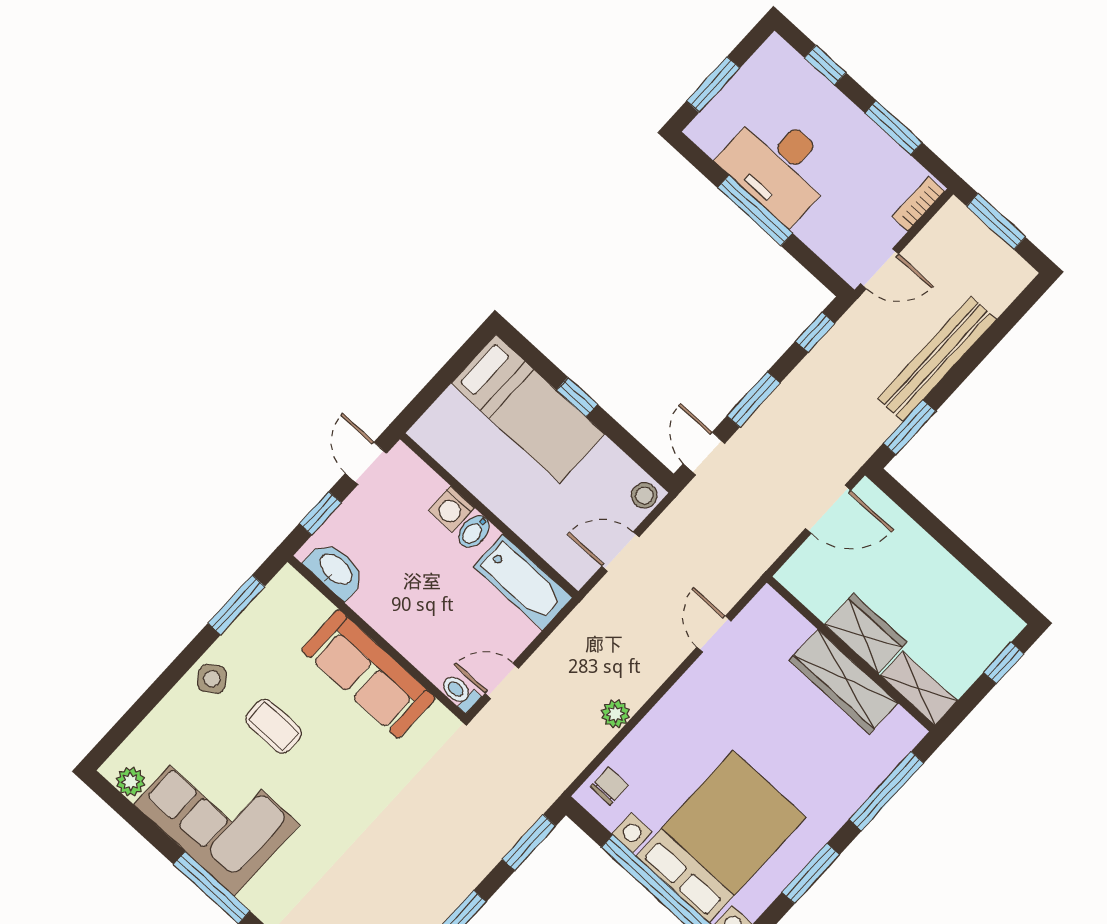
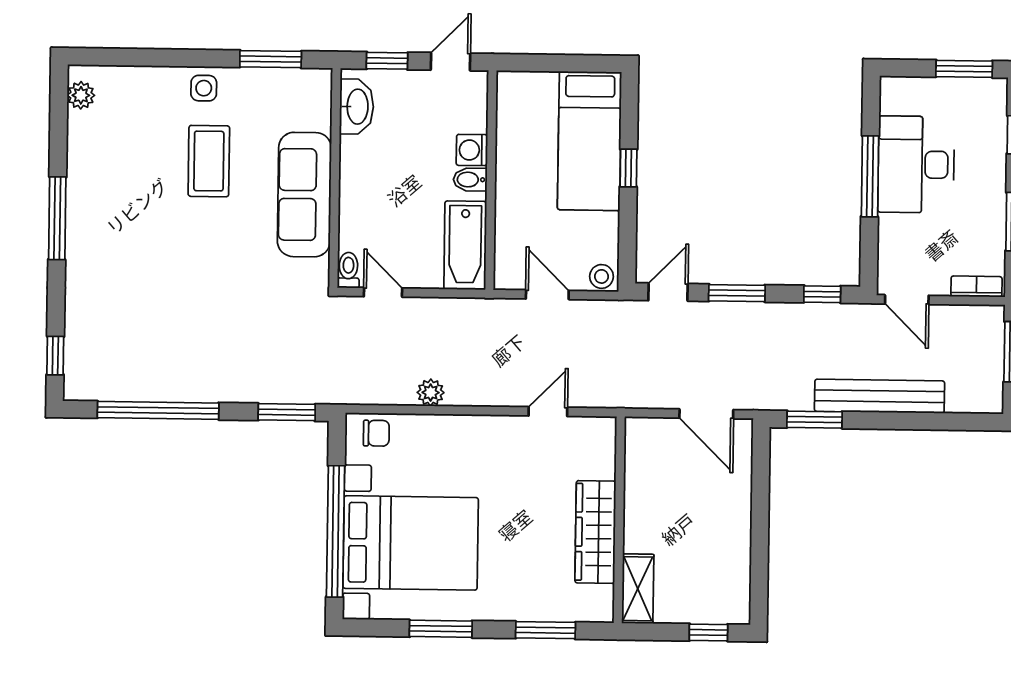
window: (713, 85) -> (964, 69), moved
wardrobe: (866, 633) -> (643, 517), removed
side table: (212, 679) -> (204, 88), turned 34
coffee table: (274, 726) -> (209, 161), width x1.36, depth x1.30
window: (886, 791) -> (545, 630), width x0.69
corner sofa: (217, 815) -> (112, 176), removed

